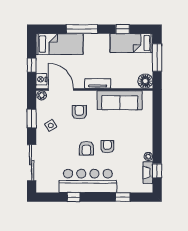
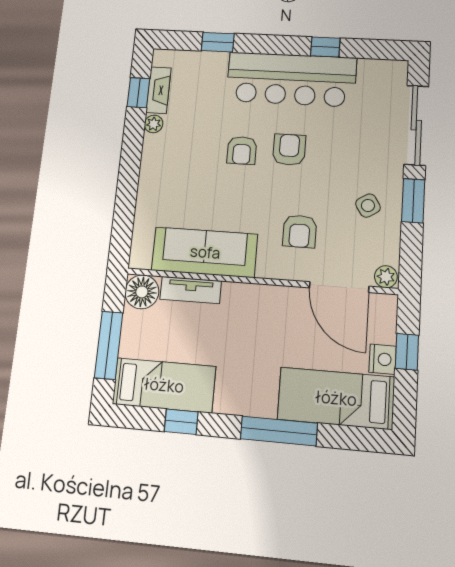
nightstand: (41, 79) -> (383, 359), moved
tv unit: (98, 83) -> (191, 290), moved
window: (32, 119) -> (413, 201), moved

